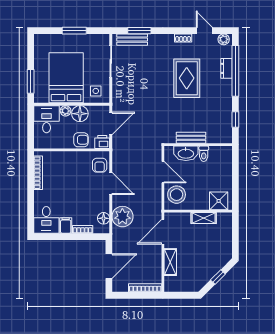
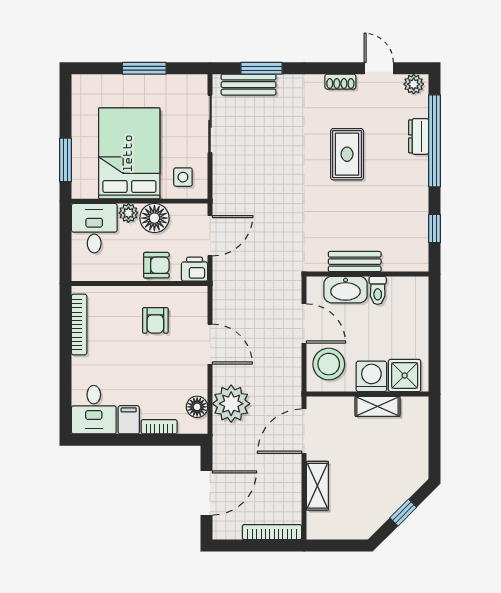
rug: (187, 78) -> (347, 154), width x0.73, depth x0.70
armchair: (100, 165) -> (155, 320), moved
washing machine: (200, 201) -> (371, 376), added

